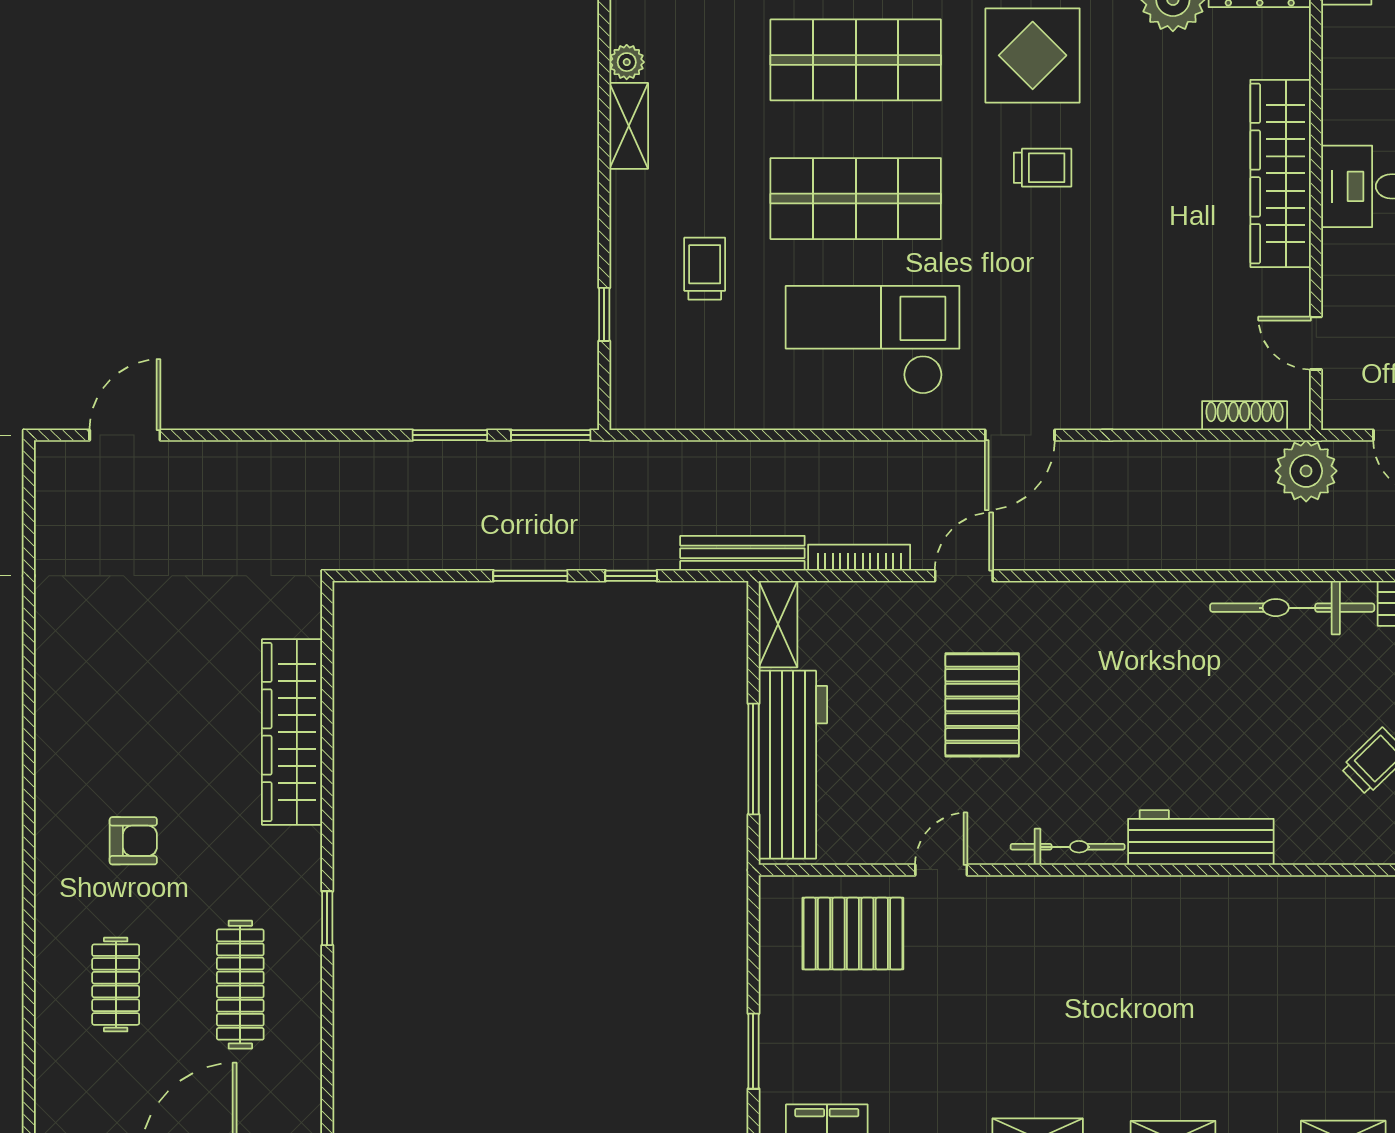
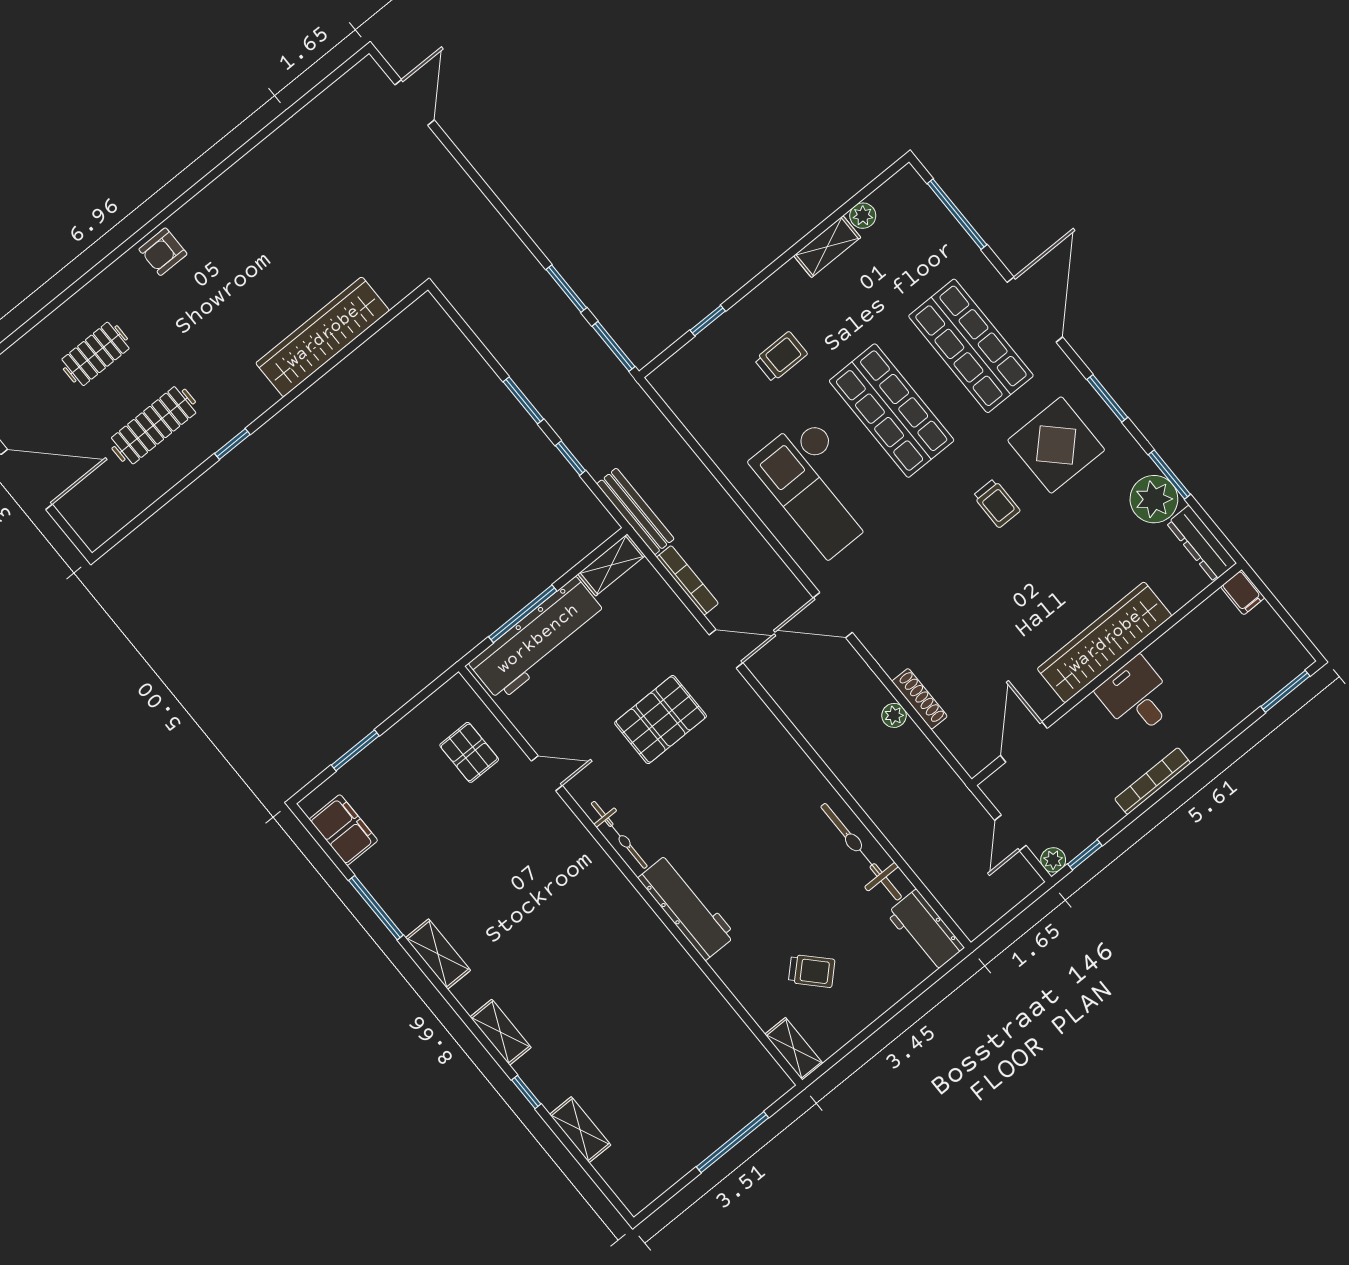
checkout: (873, 340) -> (818, 486), turned 180
door: (1316, 343) -> (1024, 742), width x1.38
shoe rack: (1245, 416) -> (920, 699), moved
door: (125, 435) -> (415, 102), hinge flipped
plant: (1306, 471) -> (894, 715), moved, width x0.53, depth x0.53
armchair: (133, 841) -> (163, 252), moved, turned 90
pallet: (853, 934) -> (469, 752), width x0.67, depth x0.71

